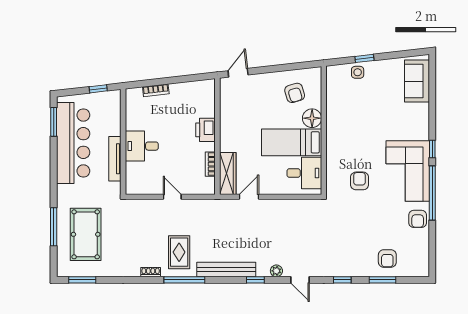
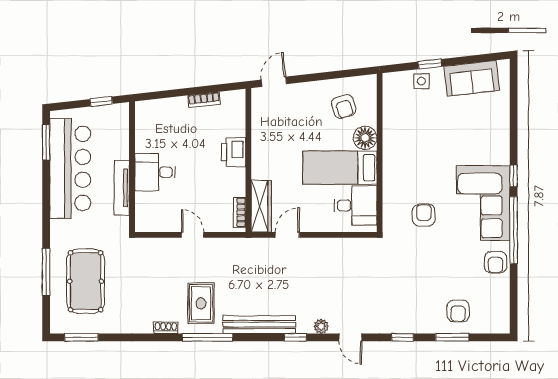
sofa: (417, 81) -> (472, 78), moved, turned -96
bookcase: (156, 90) -> (204, 100), moved
bookcase: (210, 164) -> (240, 212), moved

